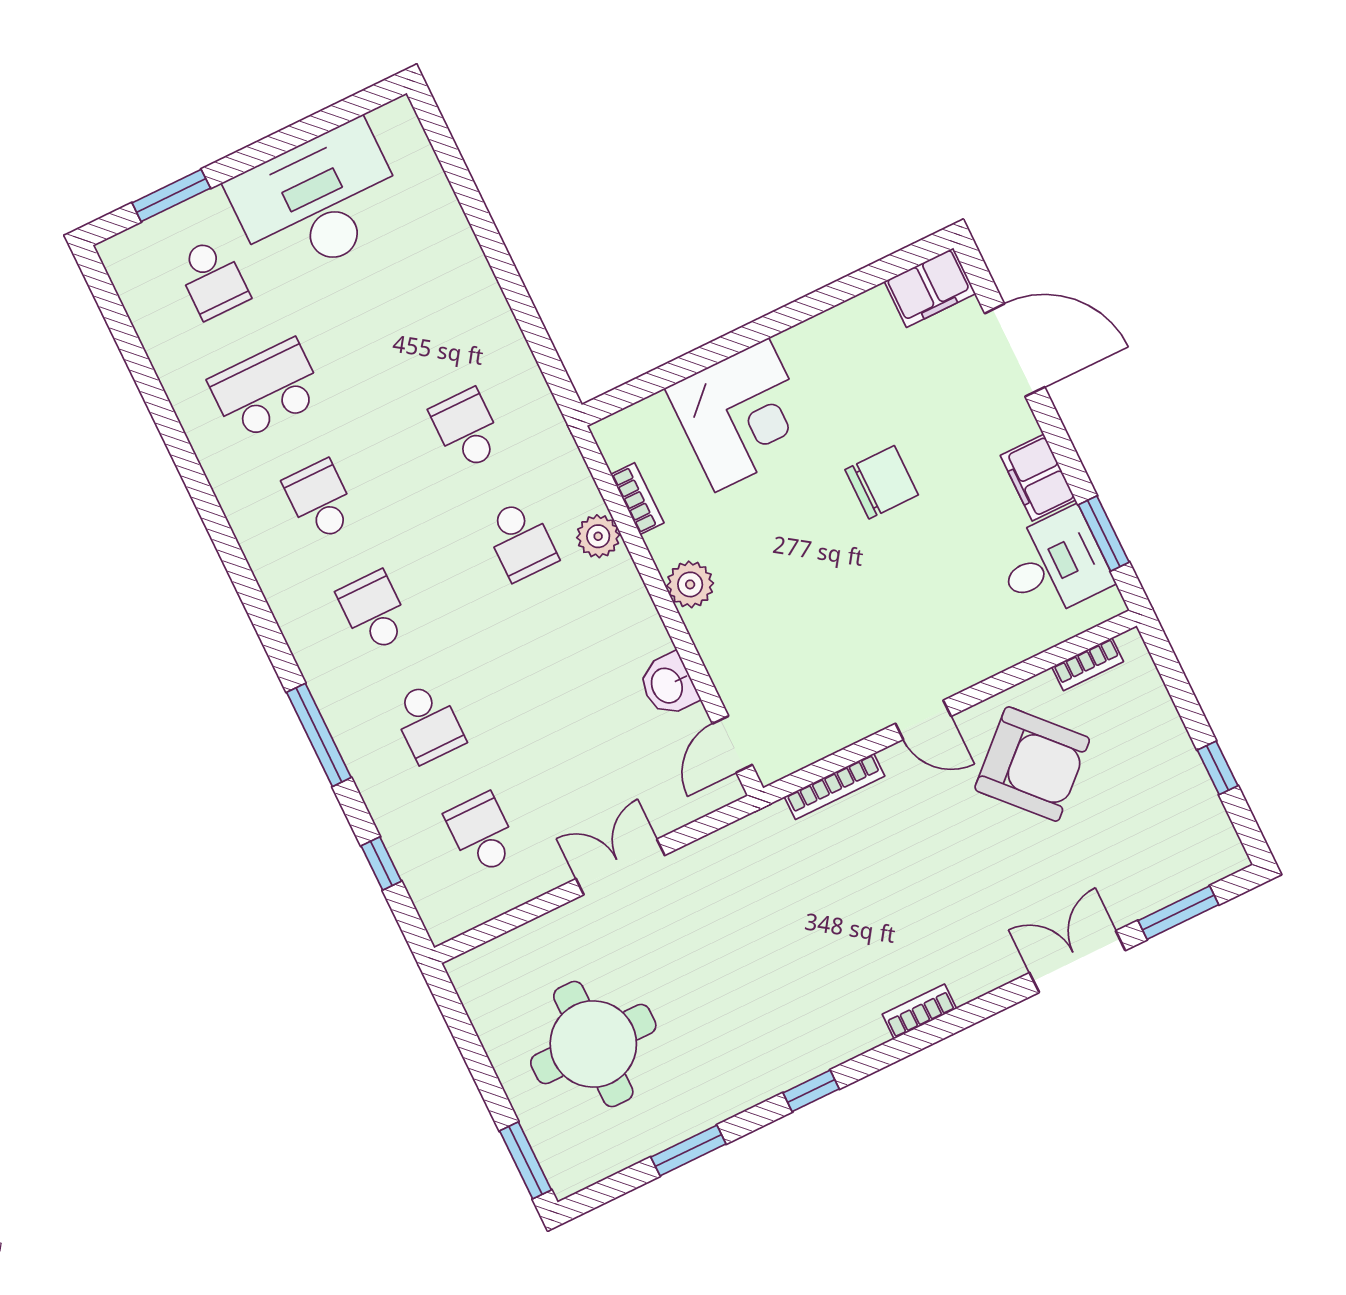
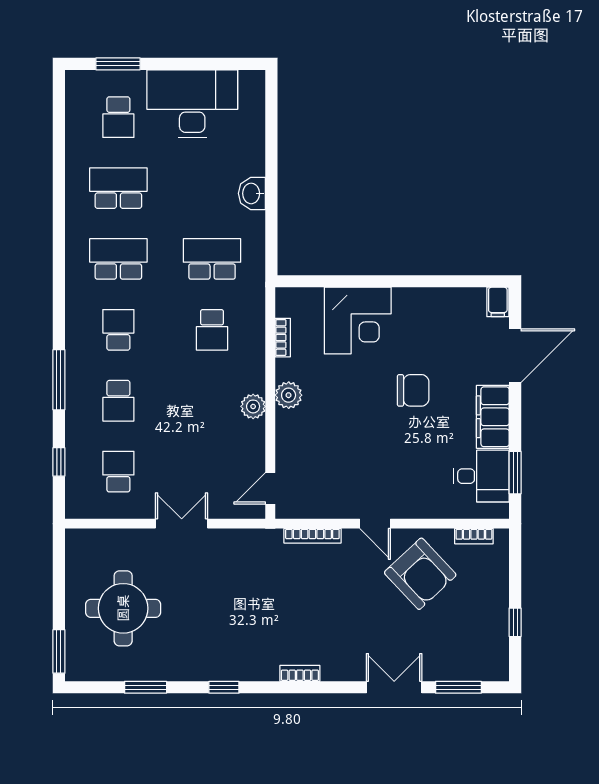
filing cabinet: (930, 288) -> (498, 302), width x0.50
door: (1015, 350) -> (515, 356), hinge flipped
school desk: (467, 429) -> (212, 259), width x1.85
filing cabinet: (1038, 478) -> (493, 417), width x1.50, depth x1.17
school desk: (320, 501) -> (118, 259), width x1.85
plant: (598, 536) -> (253, 406), moved
washbasin: (668, 685) -> (252, 193), moved

